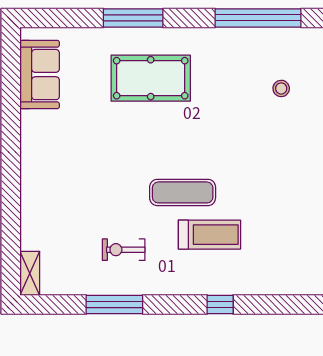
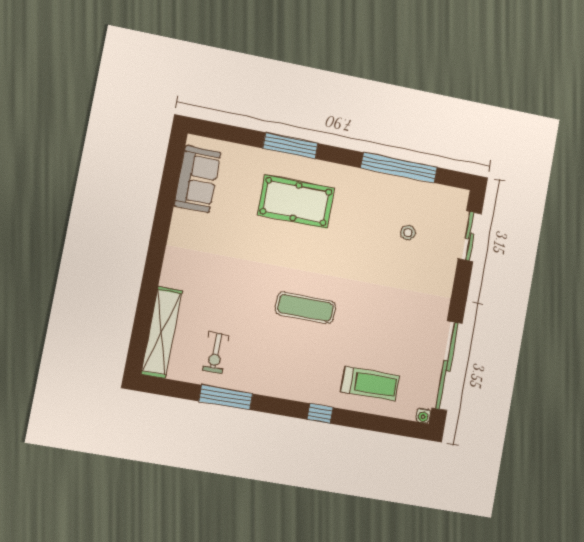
treadmill: (209, 235) -> (370, 384), moved
exercise bike: (124, 250) -> (216, 353), moved, turned -90
shelving: (30, 273) -> (162, 332), width x2.20, depth x1.33

